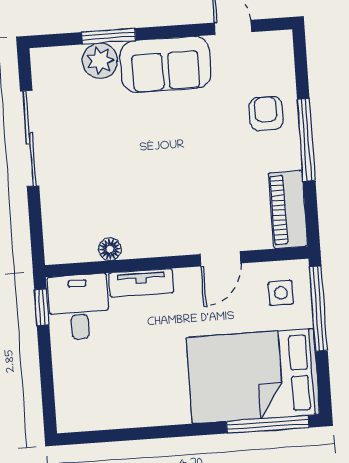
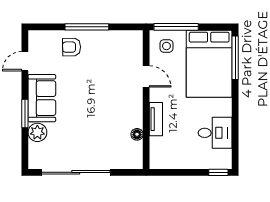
window: (109, 36) -> (25, 113), moved
sliding door: (30, 138) -> (76, 172), width x1.36
piano: (288, 210) -> (123, 39), removed
window: (42, 307) -> (218, 172), moved
desk: (79, 307) -> (215, 133), moved, turned 180

